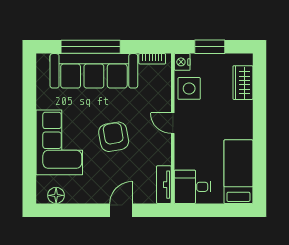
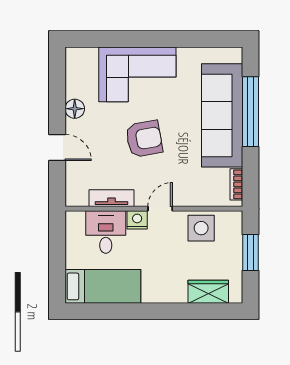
nightstand: (182, 62) -> (137, 220), moved
tv unit: (164, 185) -> (111, 198), moved
desk: (192, 187) -> (106, 232), moved
floor lamp: (56, 195) -> (75, 109), moved

